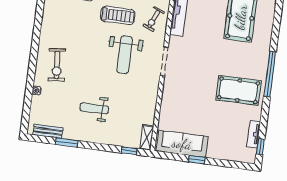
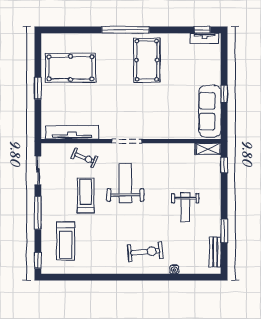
weight bench: (125, 55) -> (125, 183), turned -90
tv unit: (254, 134) -> (205, 38), moved

